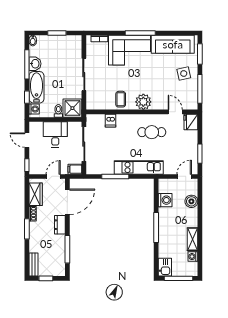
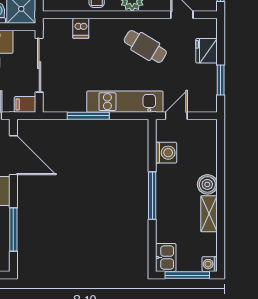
fridge: (191, 122) -> (206, 51), moved
cafe table: (152, 132) -> (145, 46), turned 31
door: (184, 176) -> (176, 116), moved
boiler: (191, 201) -> (207, 184), moved
door: (67, 202) -> (13, 155), hinge flipped
washing machine: (193, 257) -> (210, 264), moved

